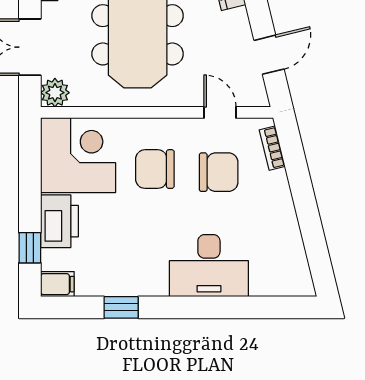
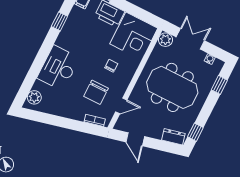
chair: (155, 169) -> (111, 66), width x0.54, depth x0.54
plant: (286, 282) -> (34, 97), added

